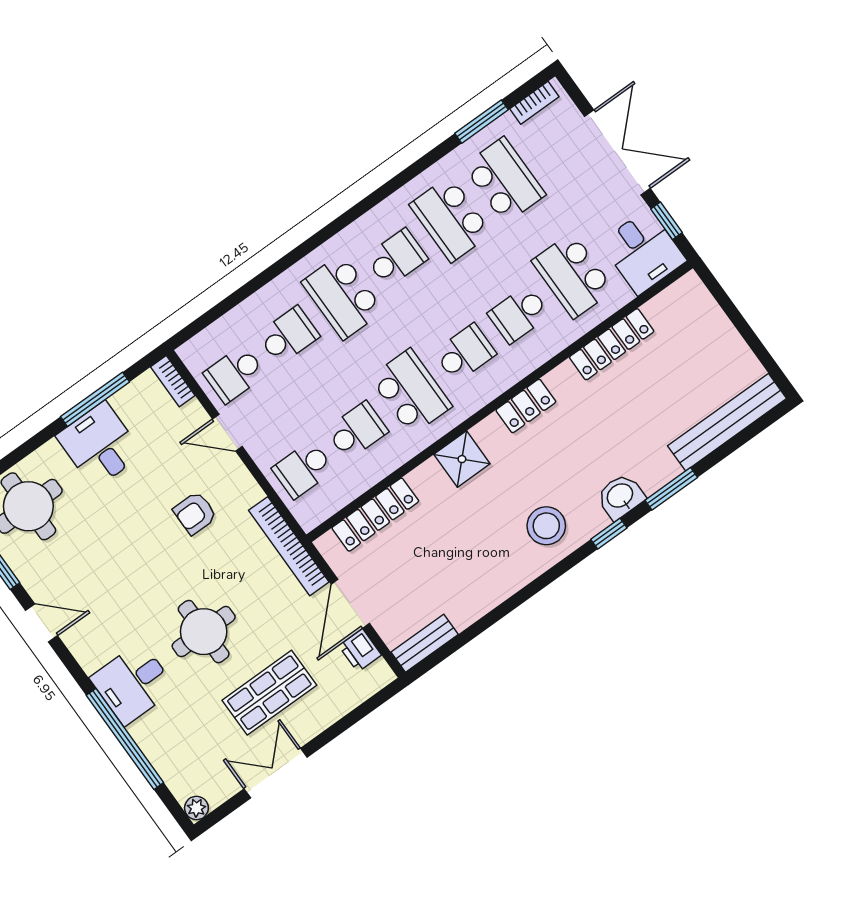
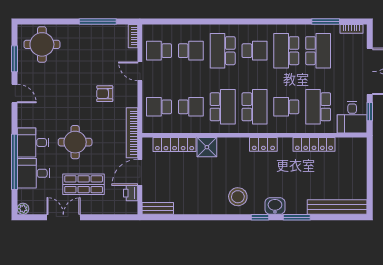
school desk: (465, 353) -> (254, 107), width x1.85
desk: (100, 445) -> (33, 173), moved, turned -90
shower: (462, 459) -> (207, 147), moved

